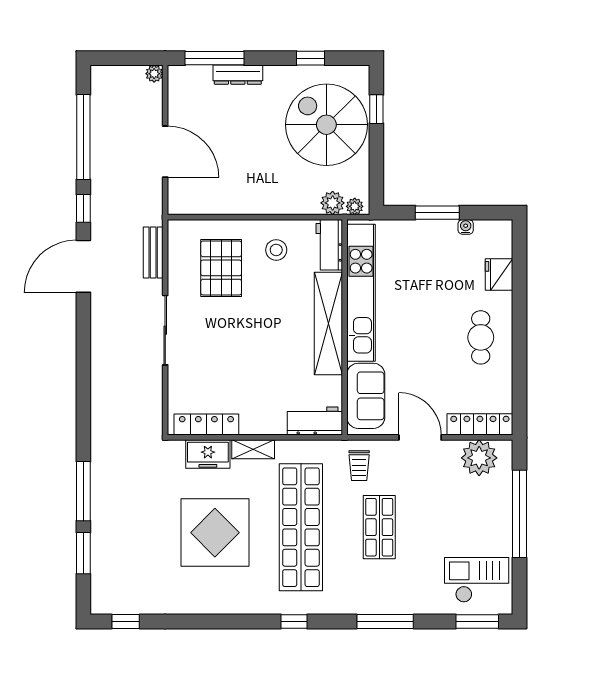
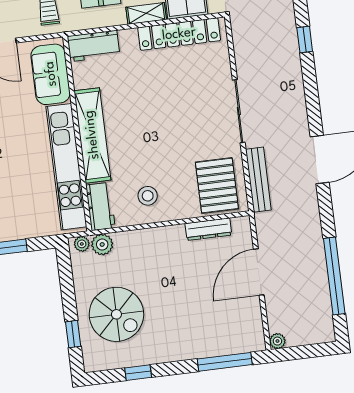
dresser: (238, 75) -> (208, 229), moved, turned 180
spiral stairs: (326, 125) -> (116, 314), width x0.73, depth x0.73
door: (165, 152) -> (259, 272), hinge flipped
window: (83, 208) -> (305, 39), moved
bench: (153, 253) -> (258, 180), width x1.36
pallet: (221, 268) -> (217, 185), moved
locker: (206, 425) -> (179, 34), width x1.41, depth x1.21

